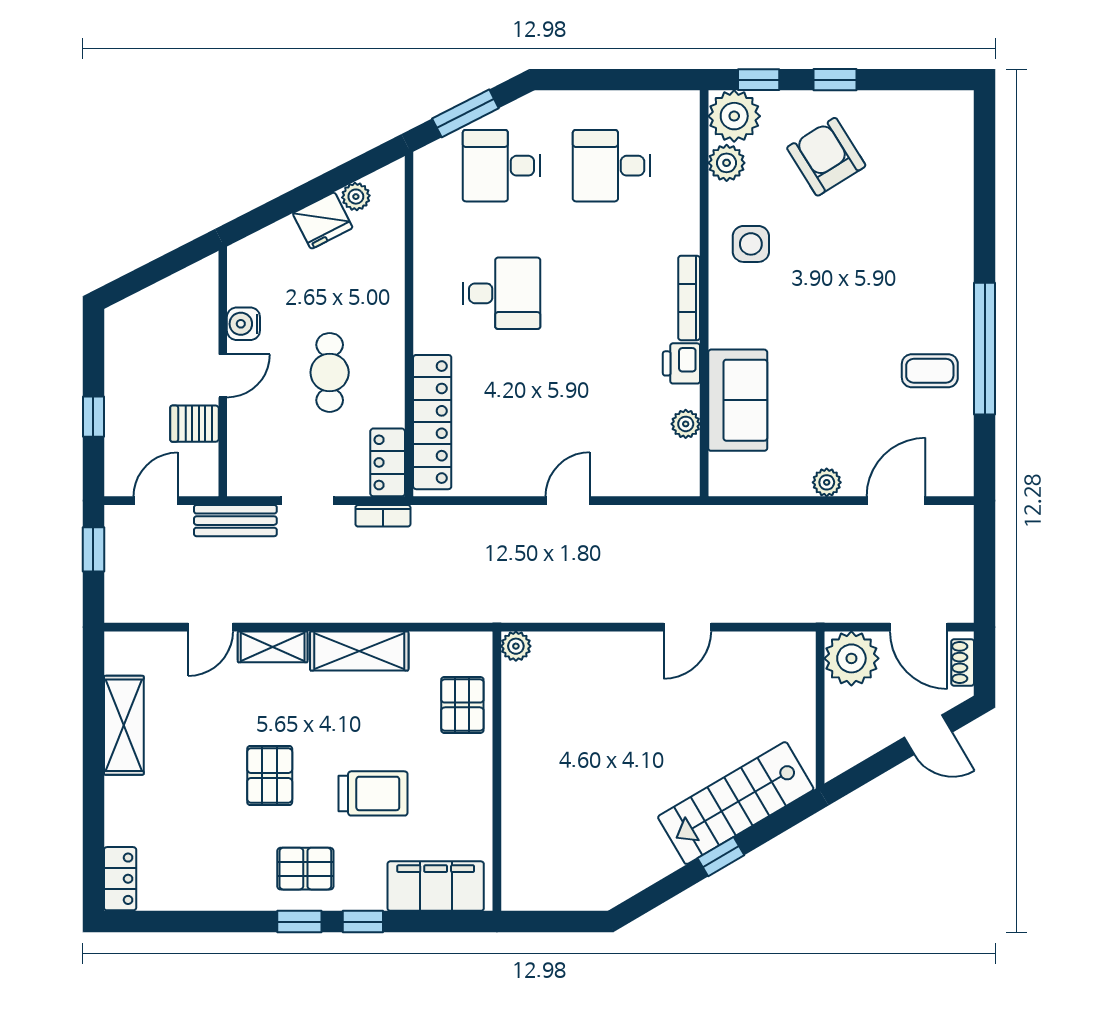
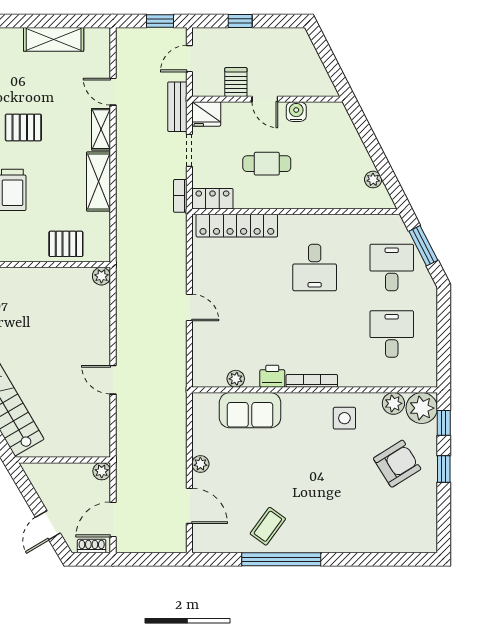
fridge: (323, 221) -> (206, 114), moved, turned -63
coffee table: (930, 371) -> (268, 526), turned 36
door: (156, 501) -> (189, 59), swing flipped
plant: (851, 658) -> (102, 471), width x0.53, depth x0.53

